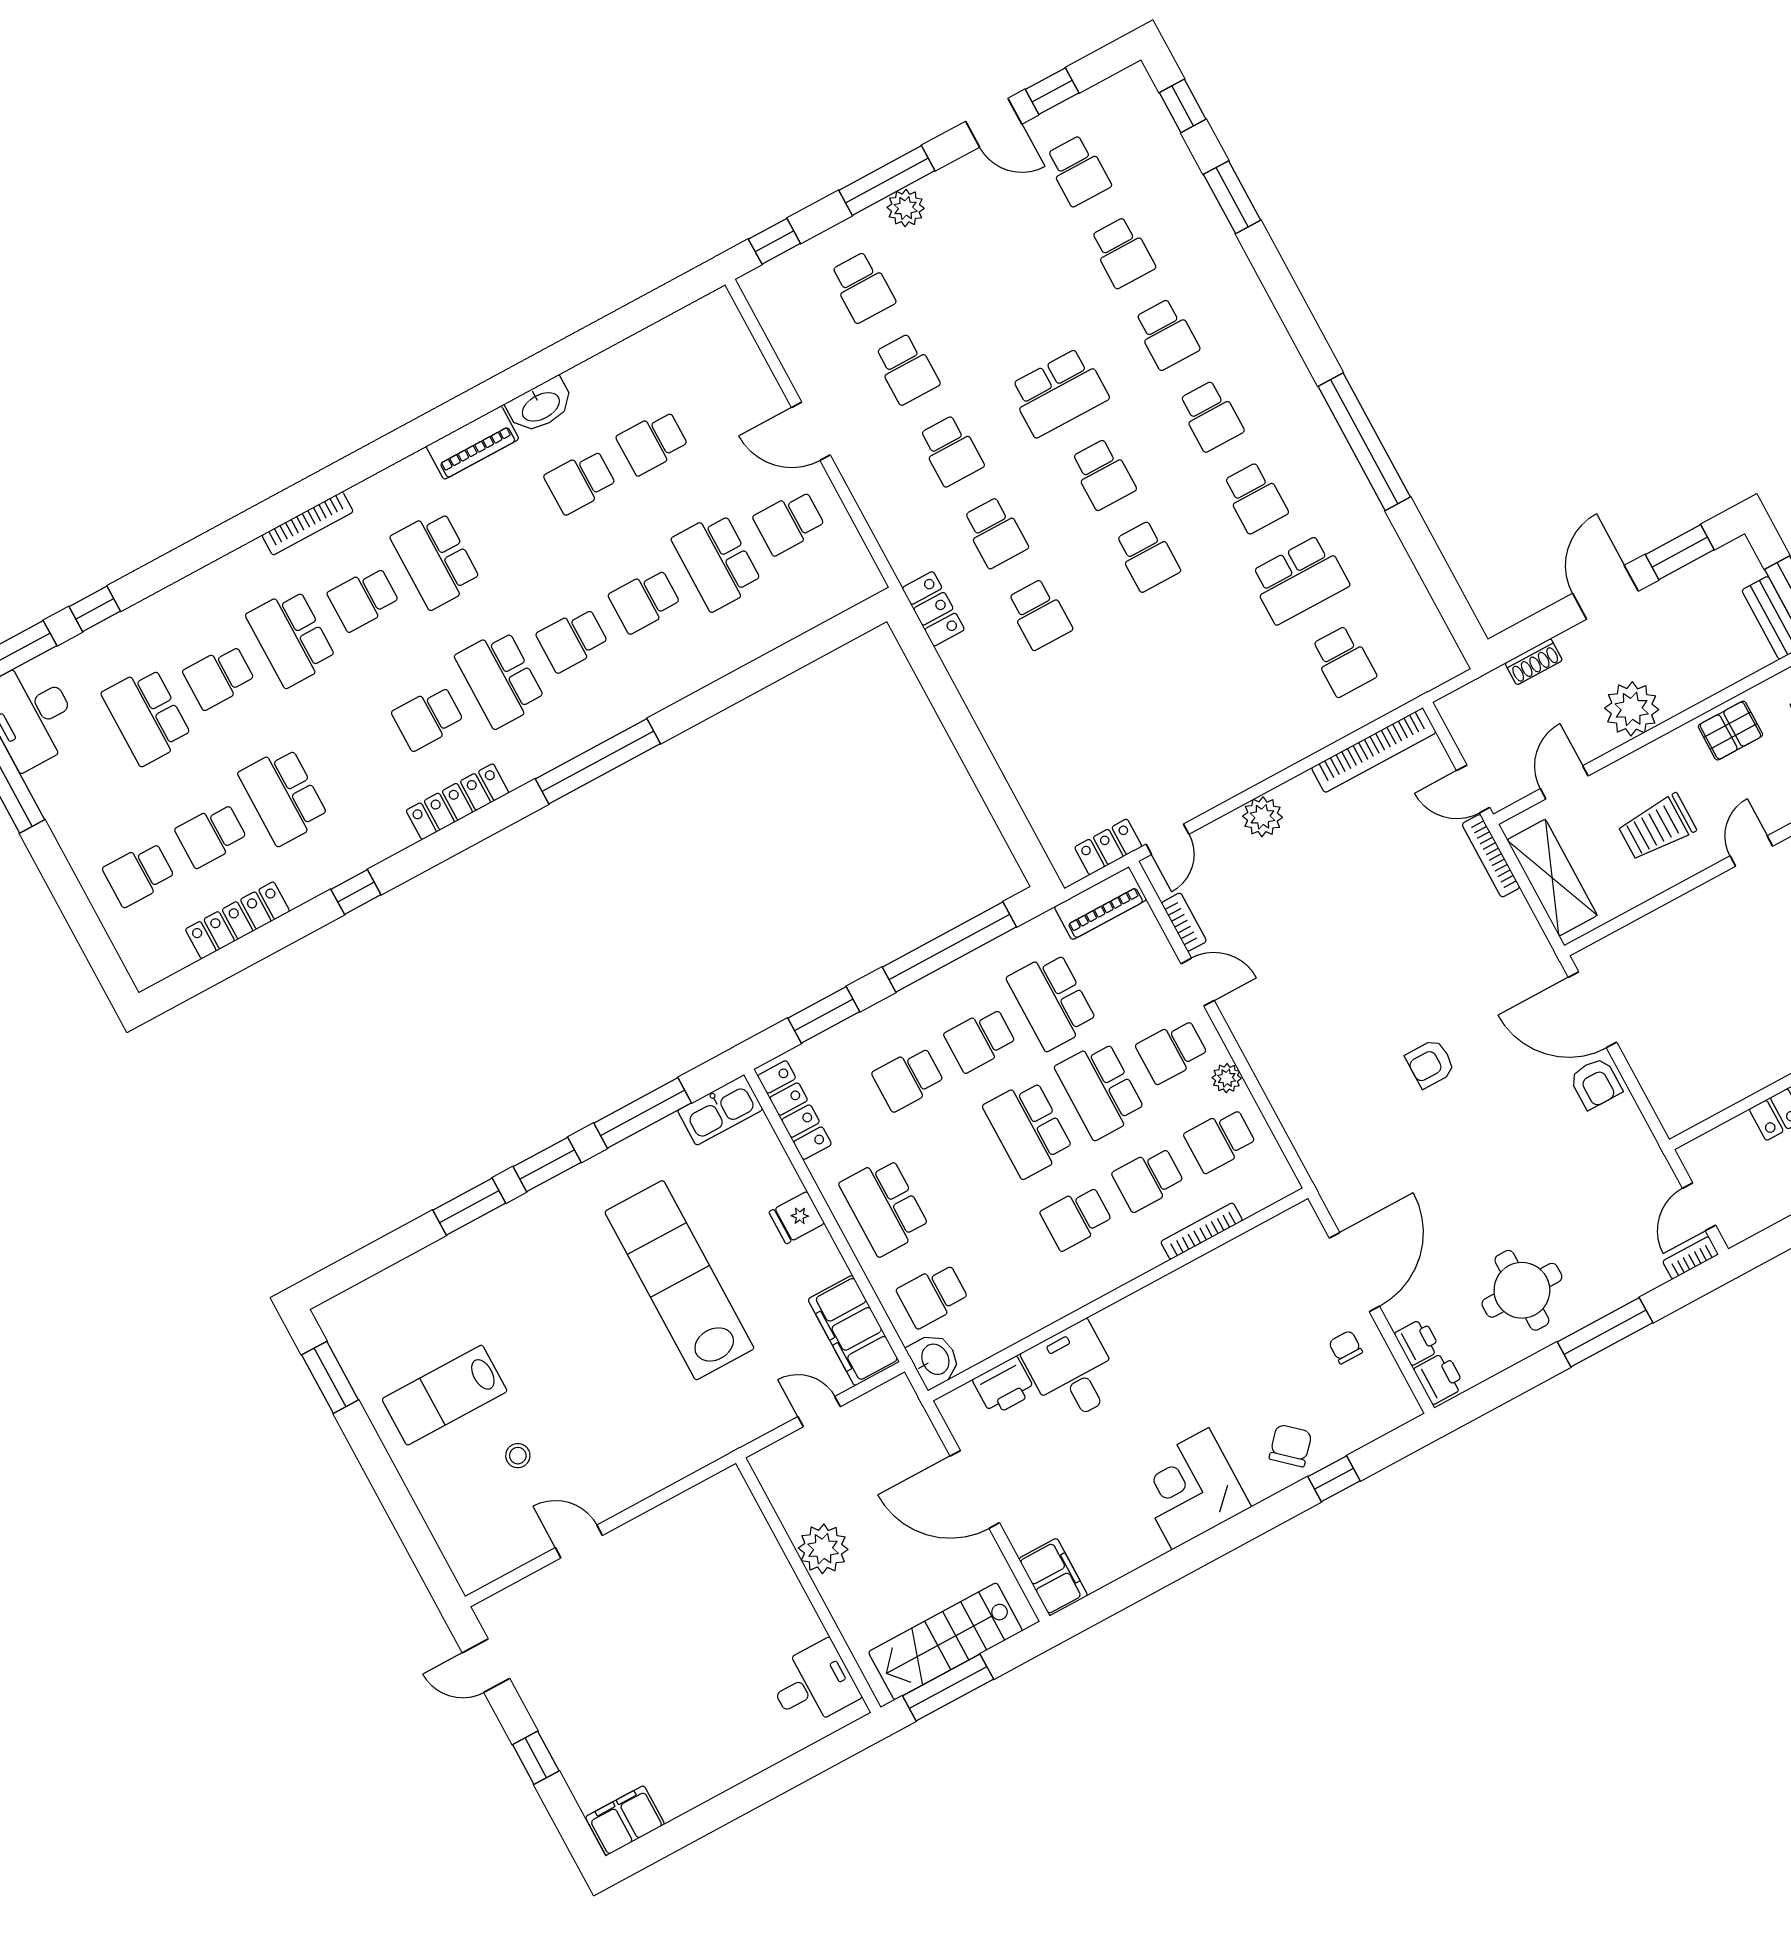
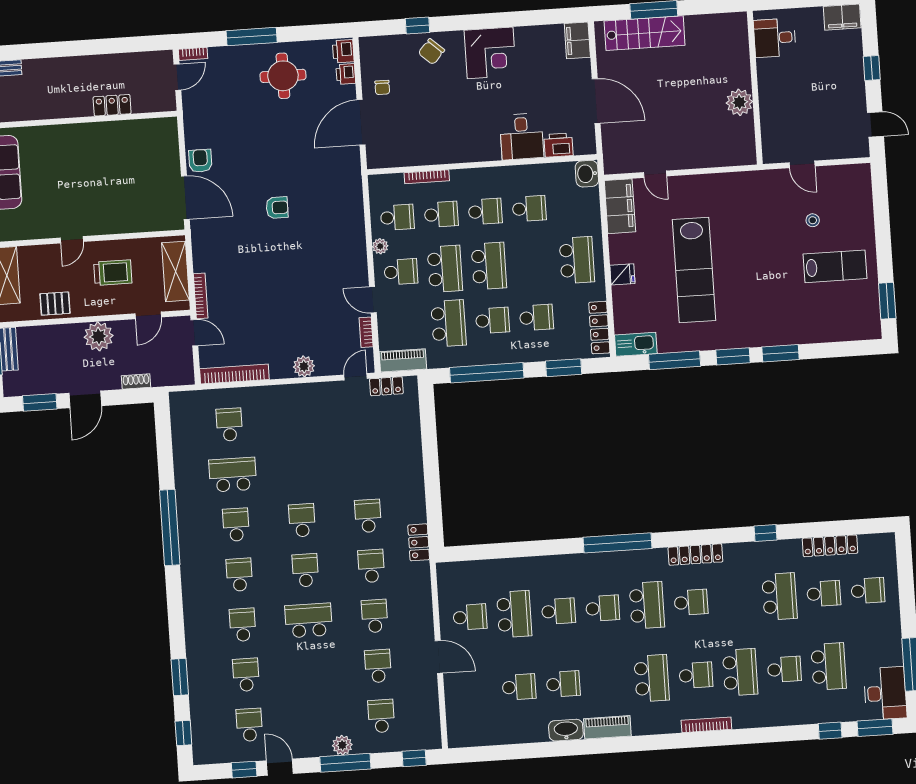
school desk: (933, 1295) -> (529, 209), moved
plant: (823, 1549) -> (739, 102), moved
wall: (808, 1585) -> (755, 88), moved
desk: (813, 1685) -> (775, 38), moved

